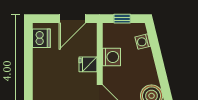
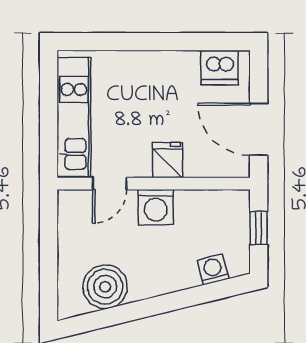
washing machine: (111, 57) -> (156, 207), moved

